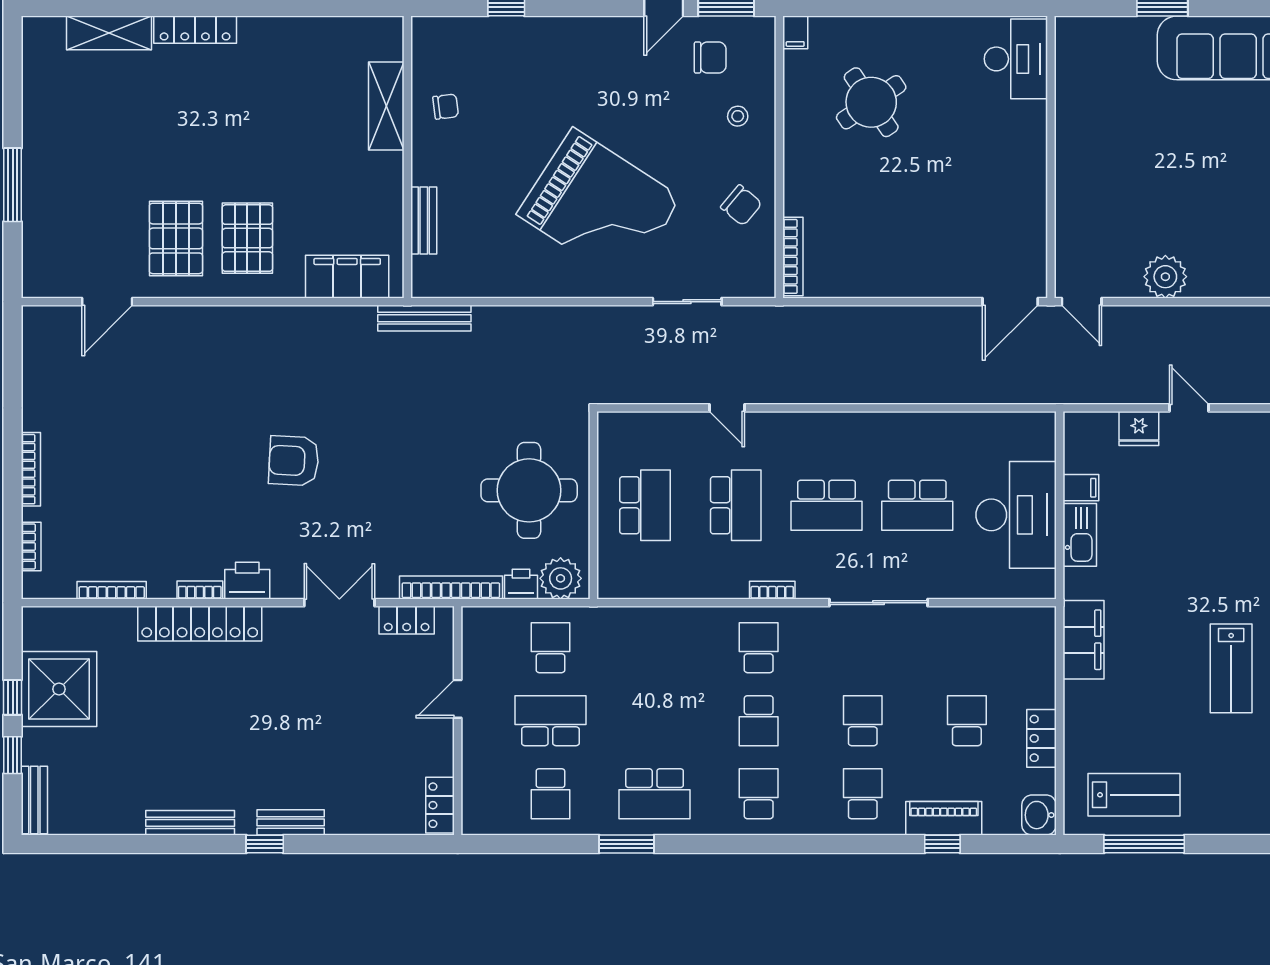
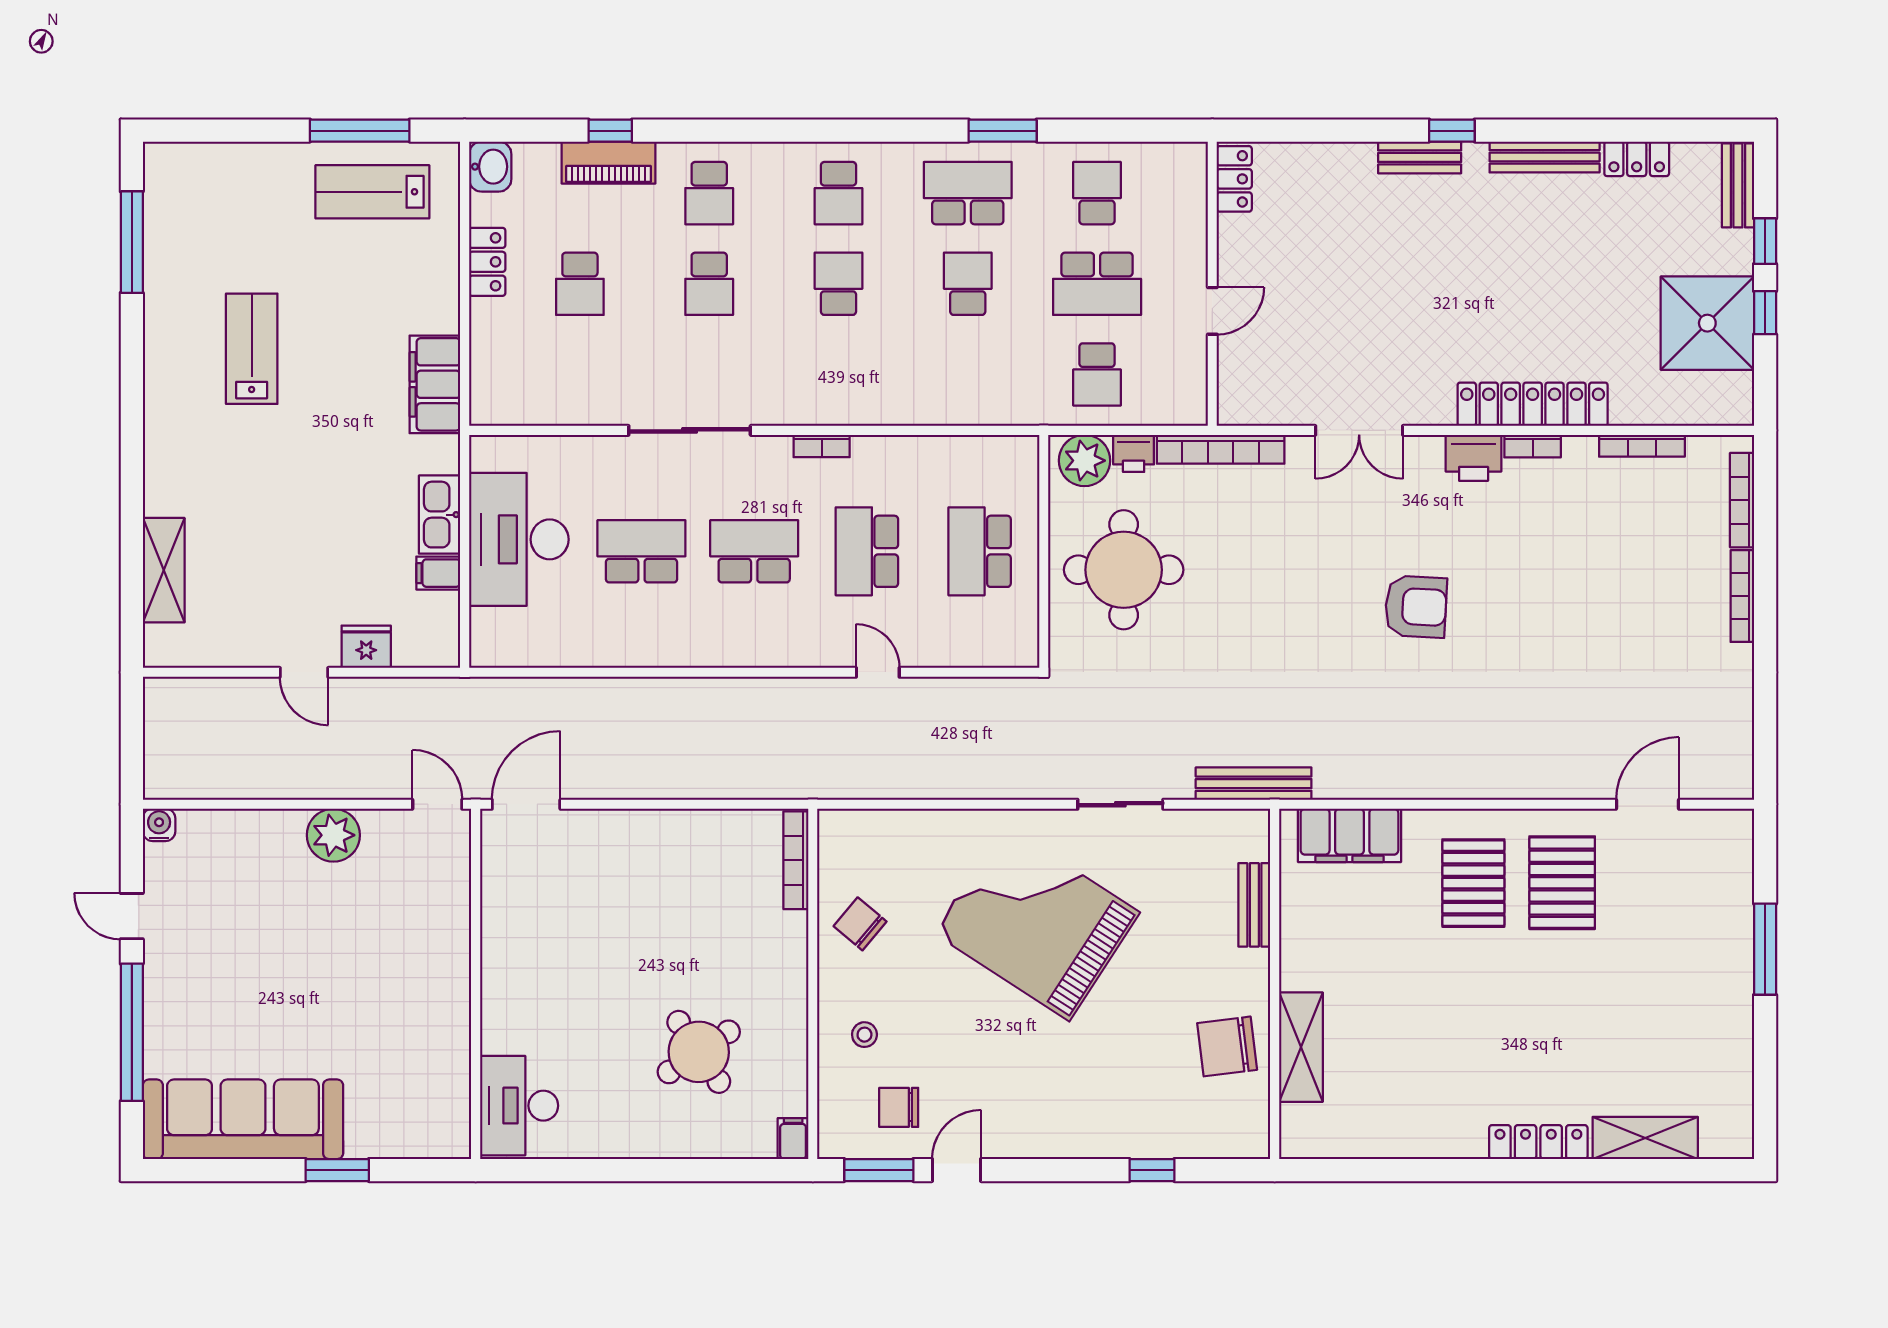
chair: (446, 107) -> (1227, 1046), width x1.87, depth x1.87
sliding door: (687, 302) -> (1120, 804), moved
bookcase: (31, 546) -> (1742, 500), width x1.56
locker: (407, 620) -> (1637, 159), moved, turned 180
school desk: (759, 648) -> (968, 284), moved, turned 180

